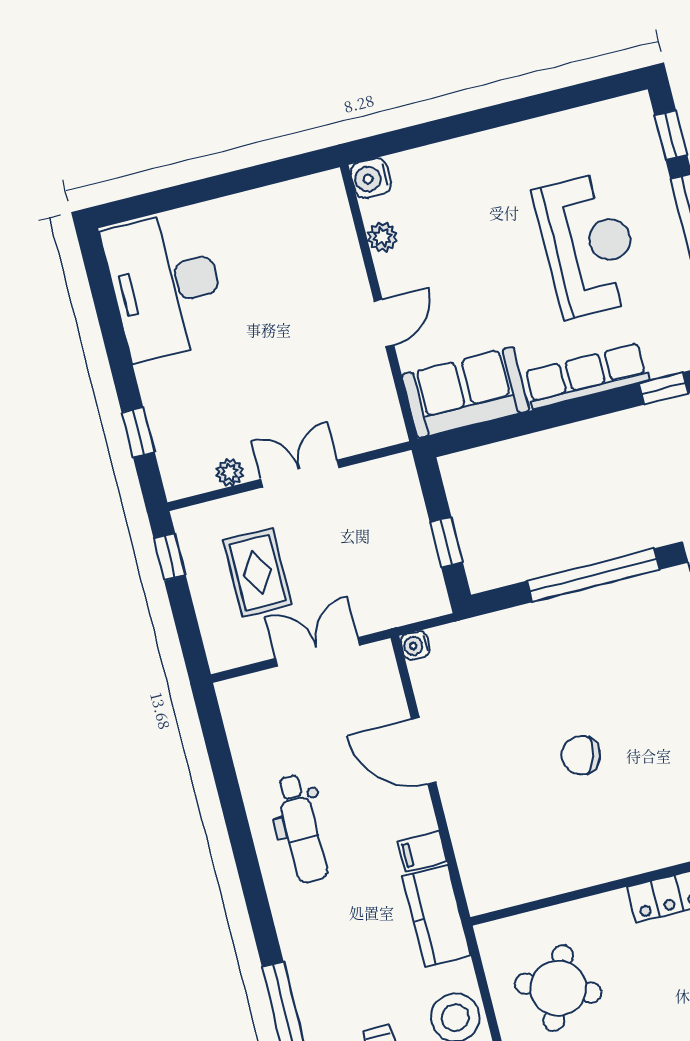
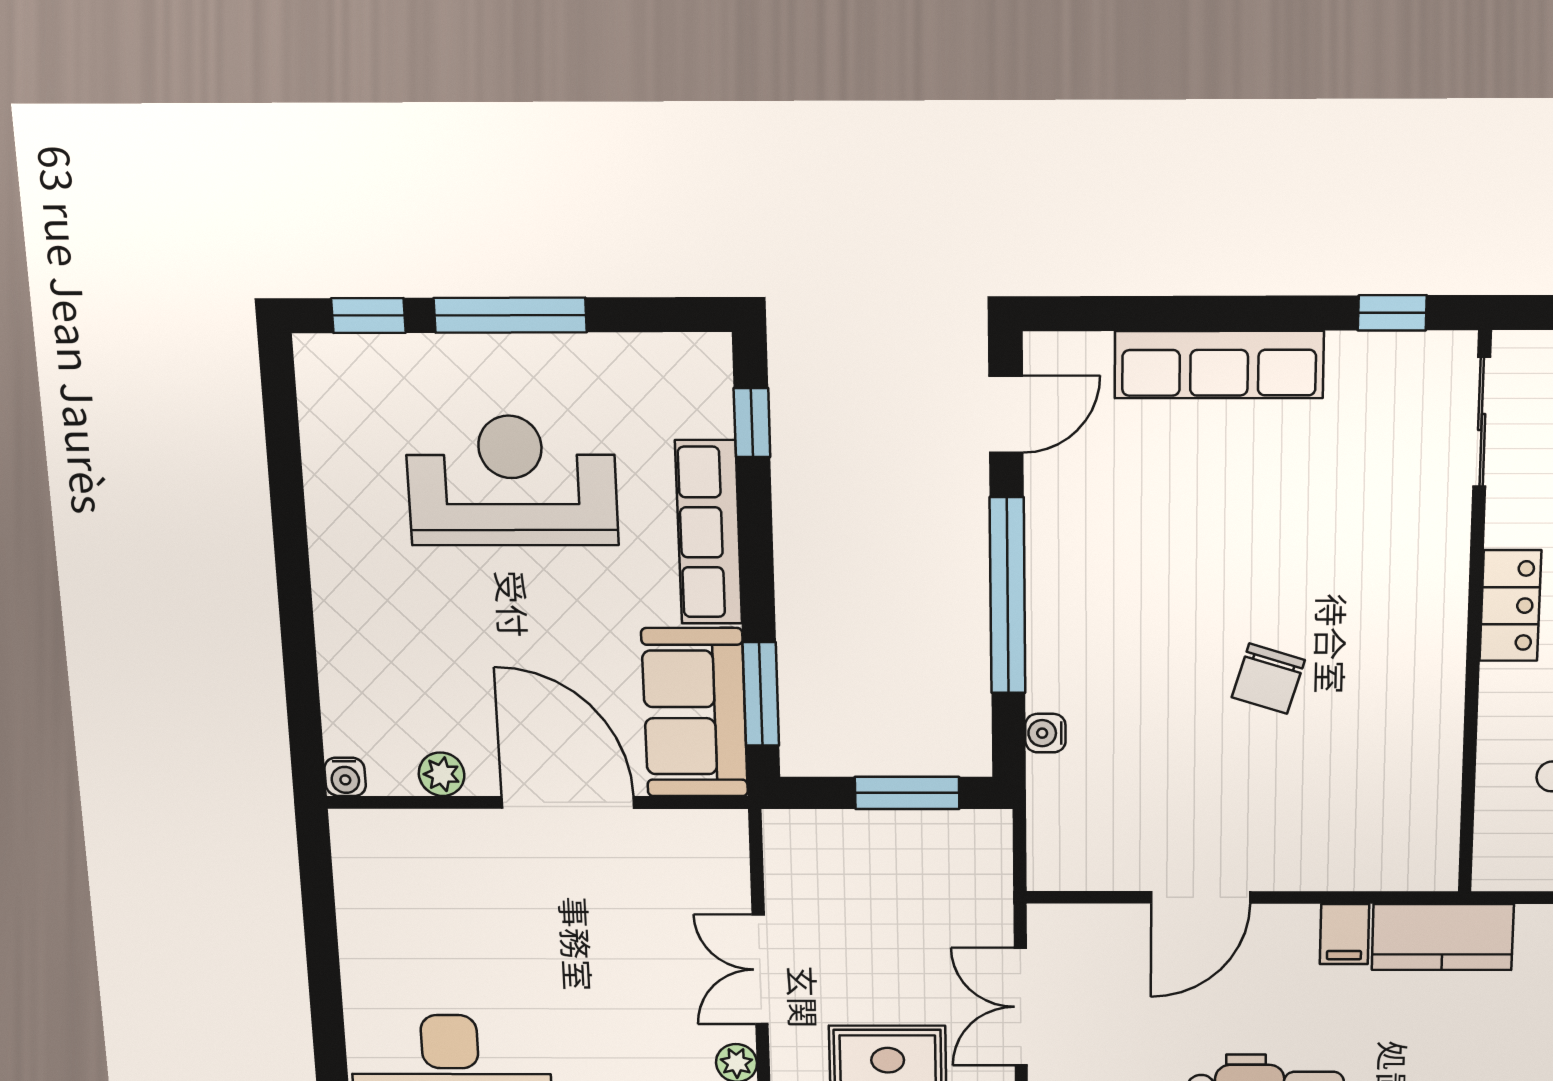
water cooler: (371, 178) -> (345, 777), width x0.72, depth x0.72
door: (384, 323) -> (568, 802), width x1.87
window: (489, 433) -> (761, 694), added
window: (446, 542) -> (907, 793), width x1.50
water cooler: (415, 645) -> (1045, 733), moved, turned 90

